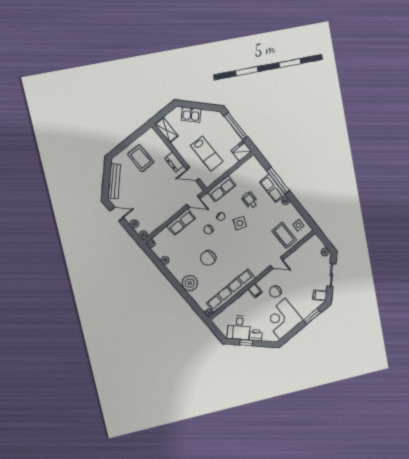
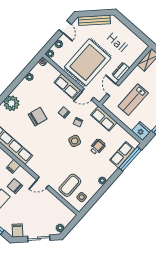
rug: (141, 158) -> (88, 62), moved, width x1.86, depth x2.06
window: (278, 180) -> (130, 159), moved
row of seats: (273, 188) -> (122, 155), moved
door: (193, 201) -> (88, 94), hinge flipped
chair: (208, 258) -> (38, 117), turned 111
door: (277, 263) -> (43, 183), hinge flipped

